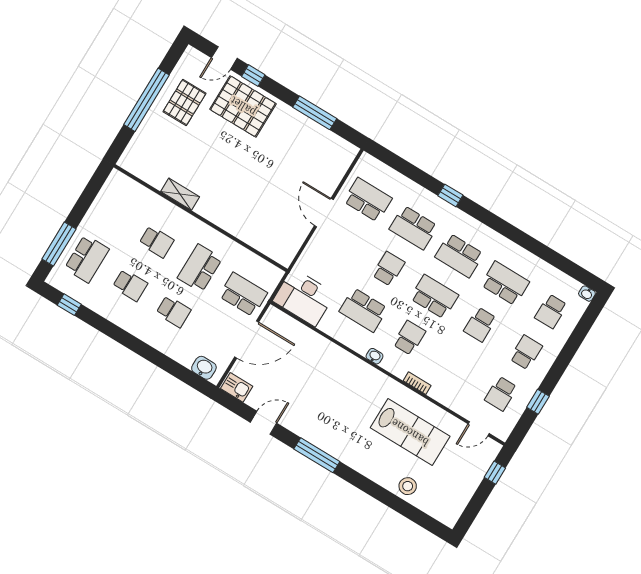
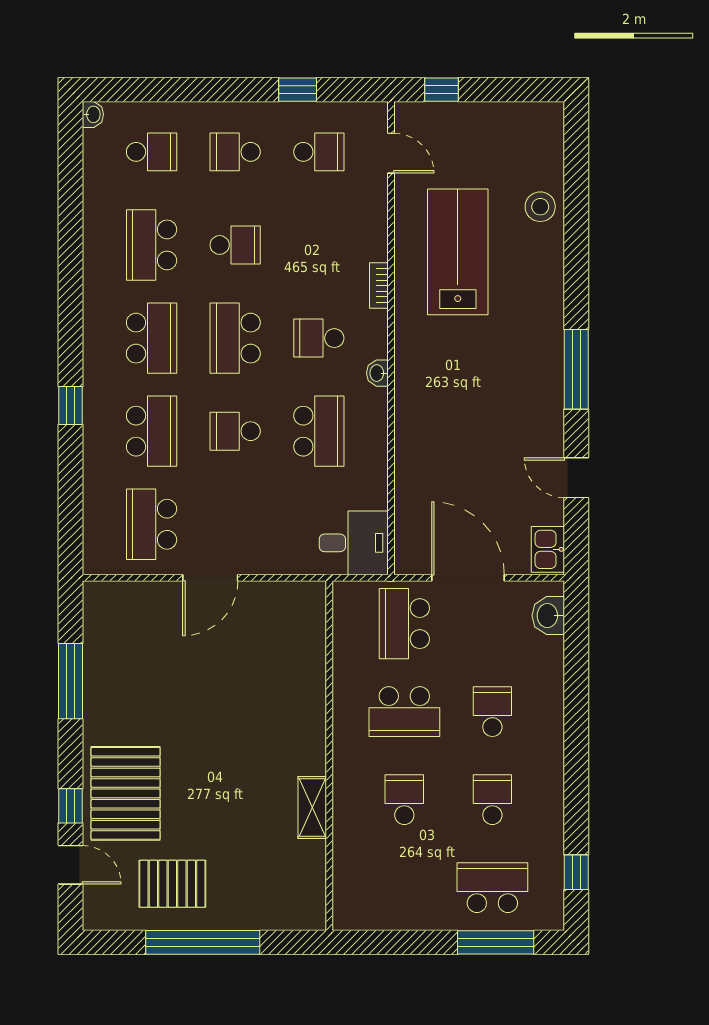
desk: (304, 297) -> (354, 543), width x0.73

